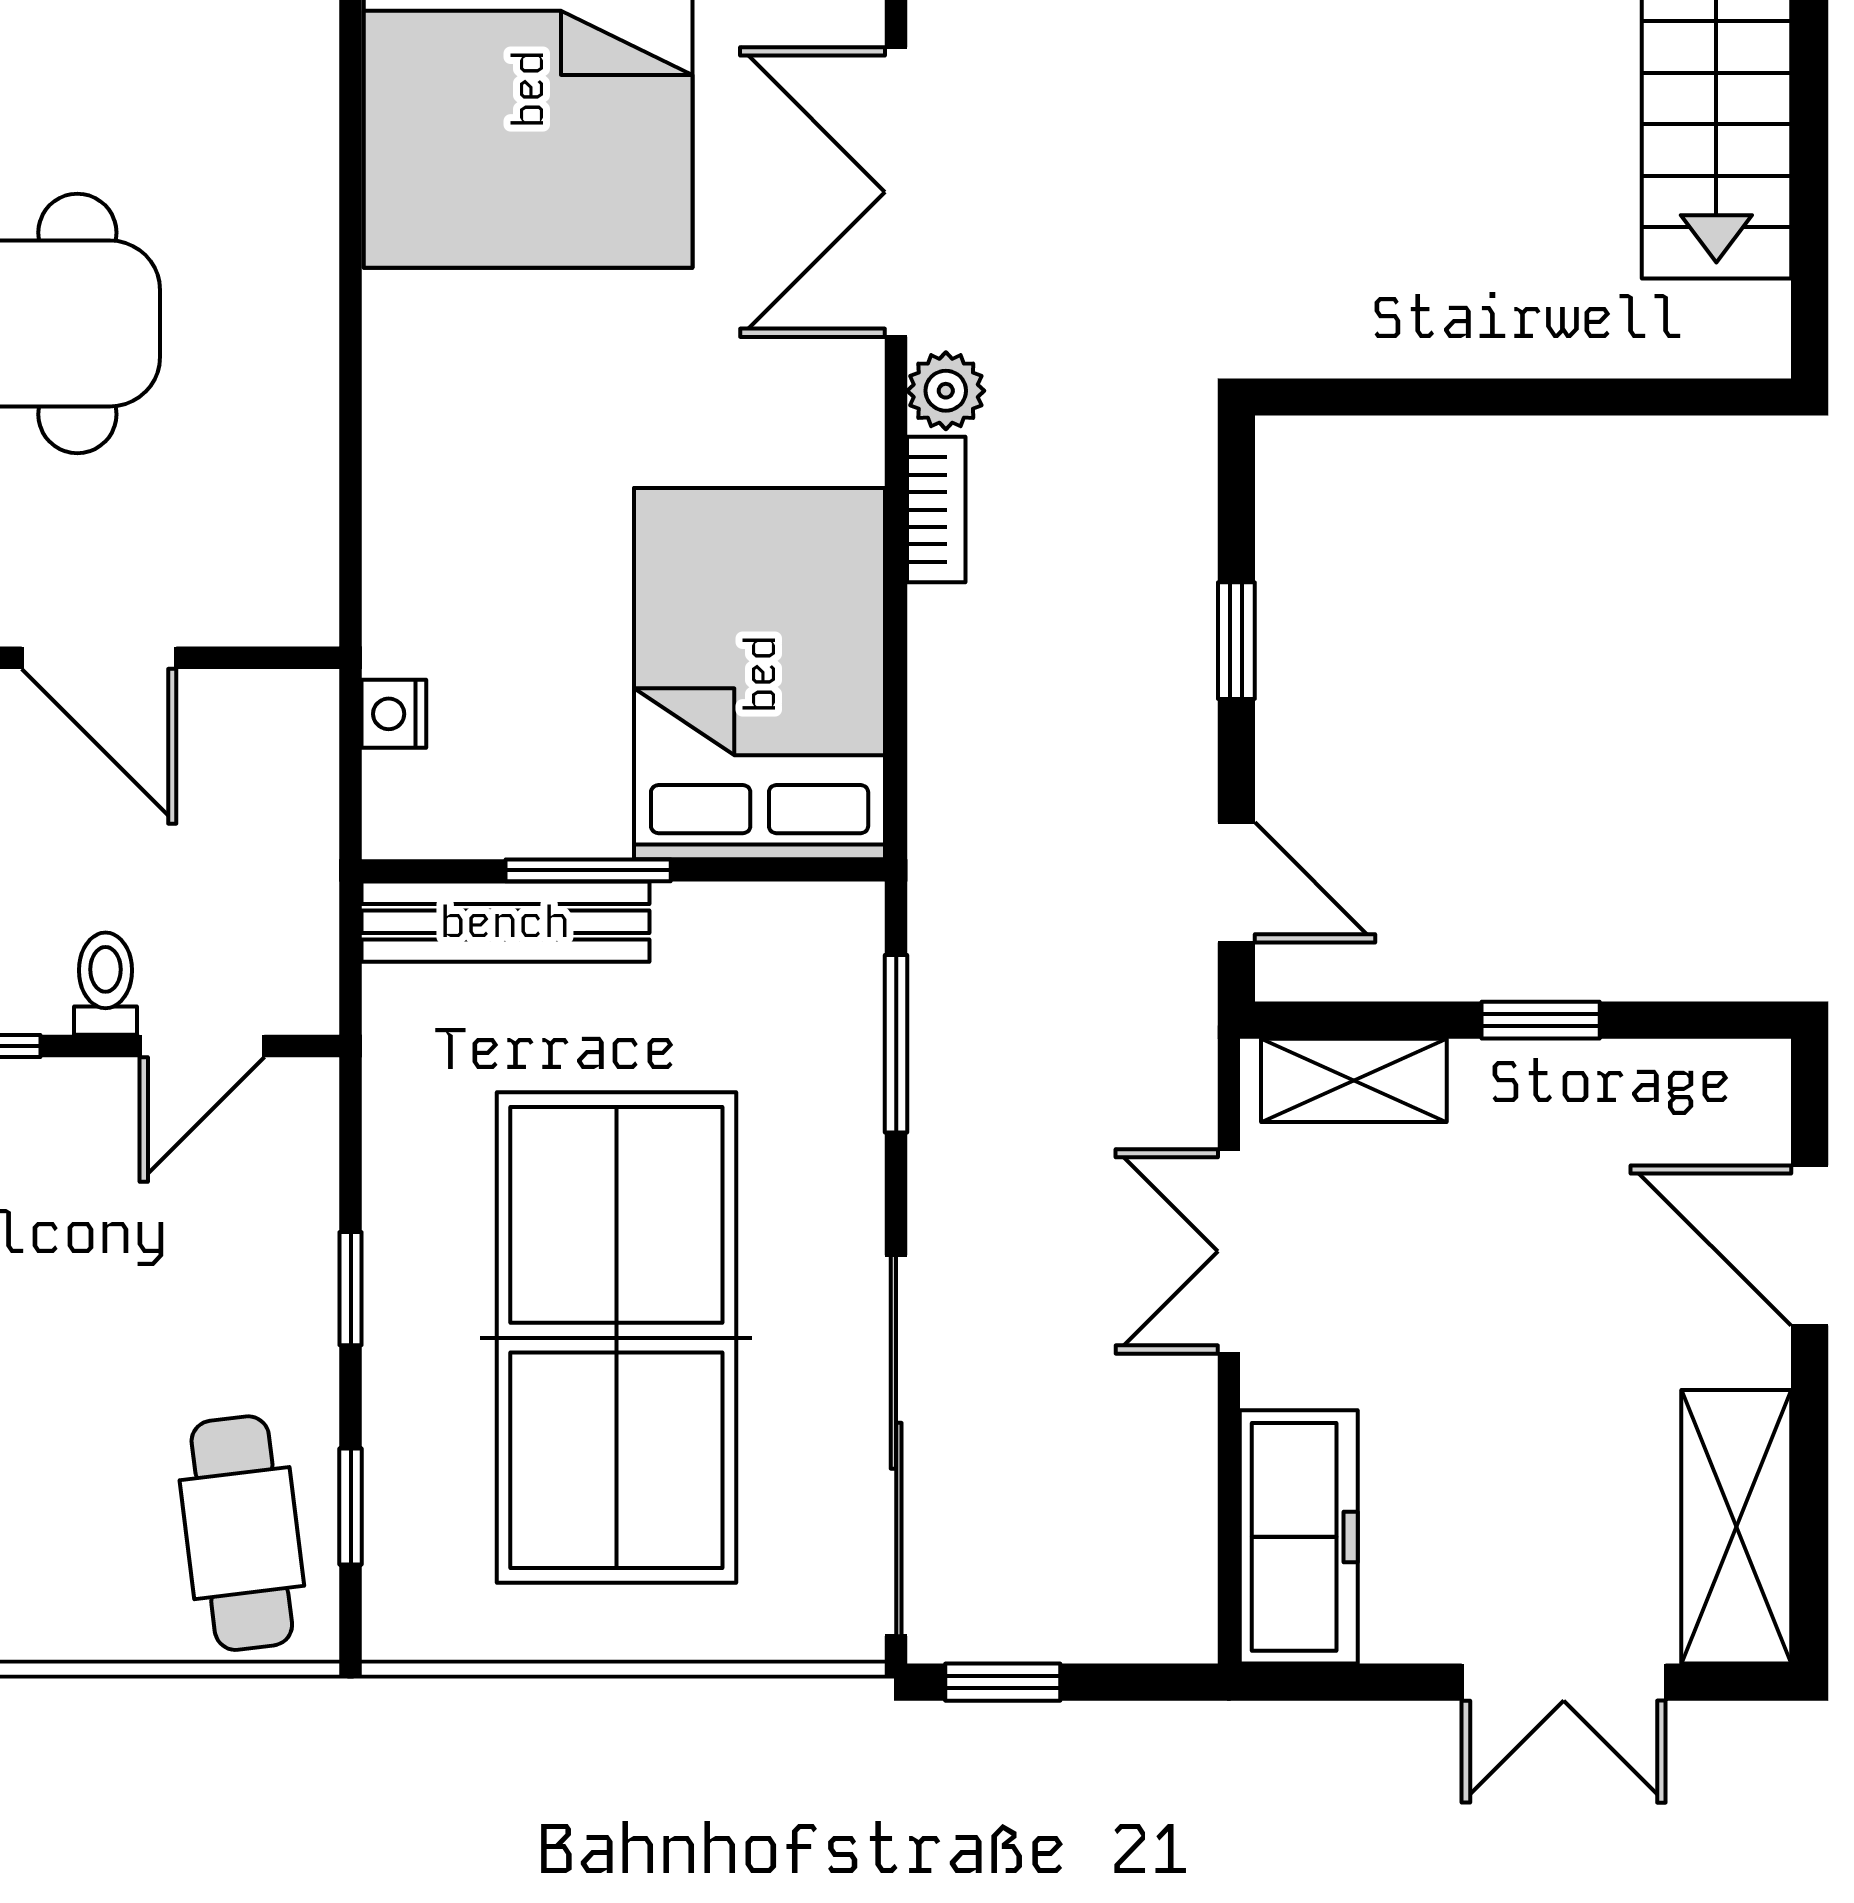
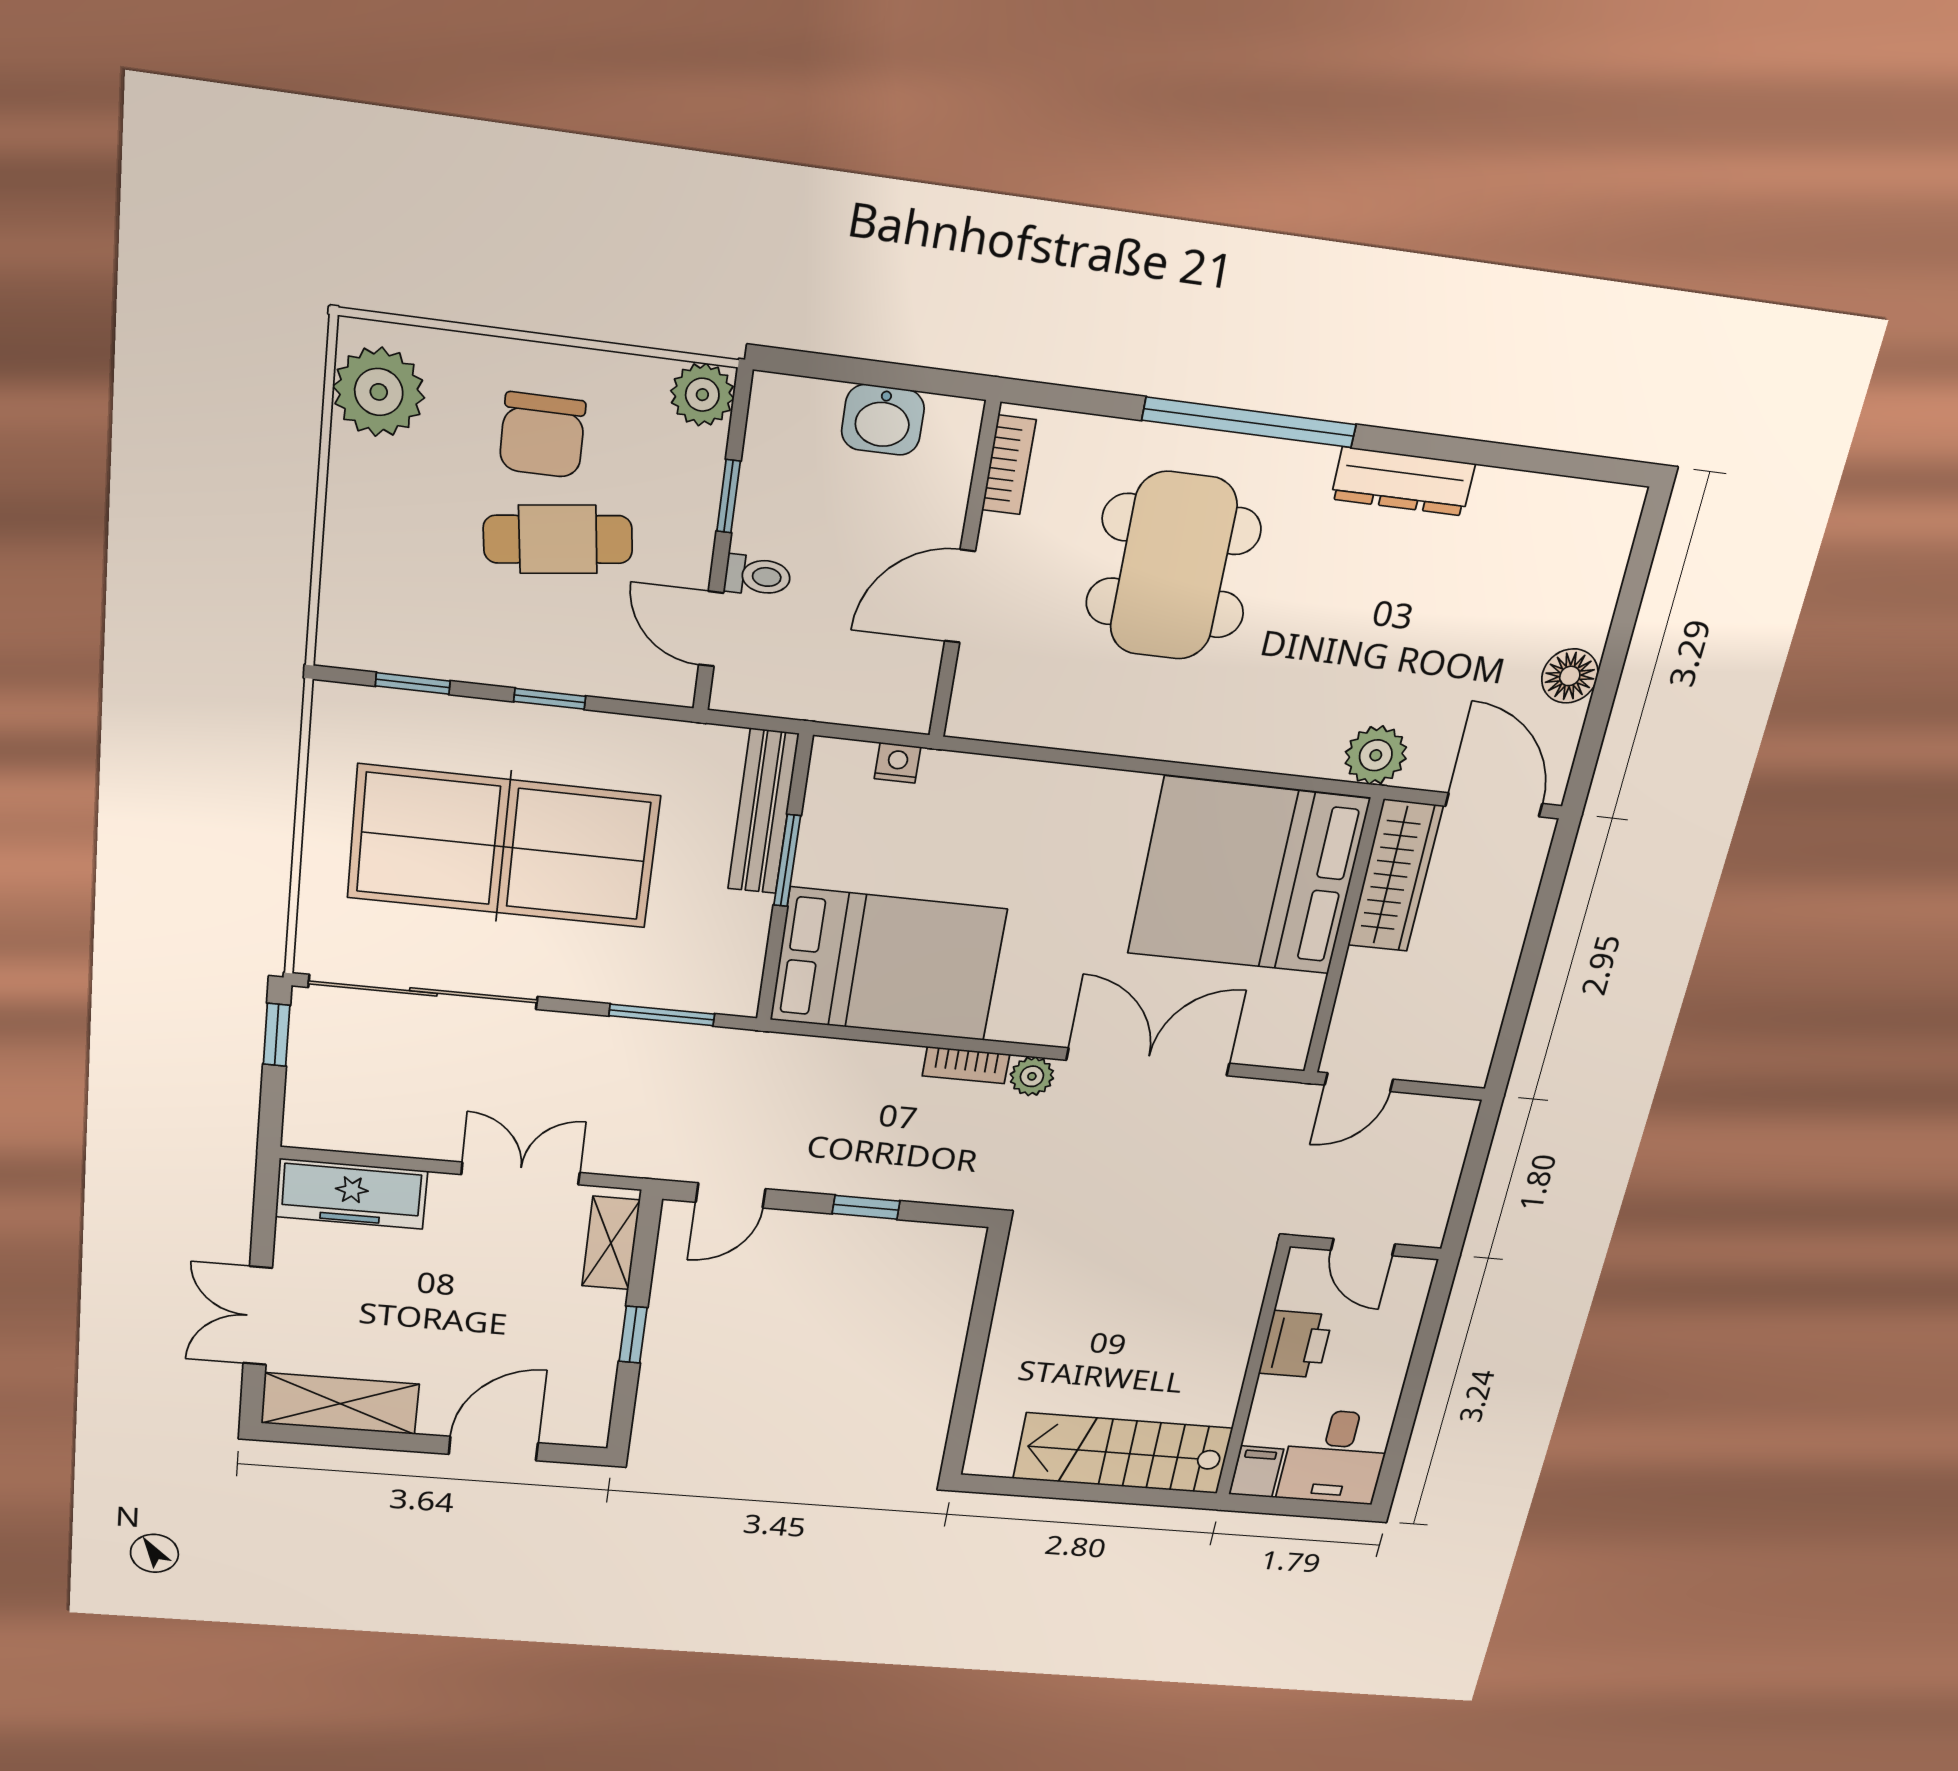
cafe table: (242, 1533) -> (558, 539), moved

